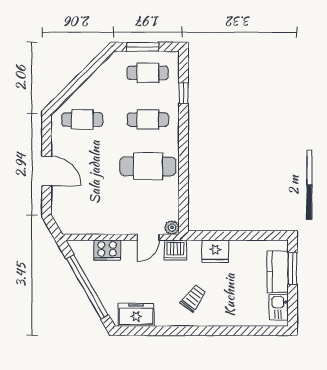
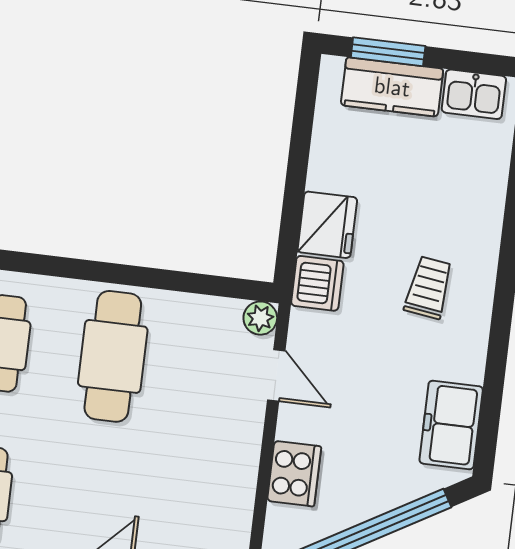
dishwasher: (175, 250) -> (317, 283), moved
trolley: (194, 298) -> (429, 288), turned 61

